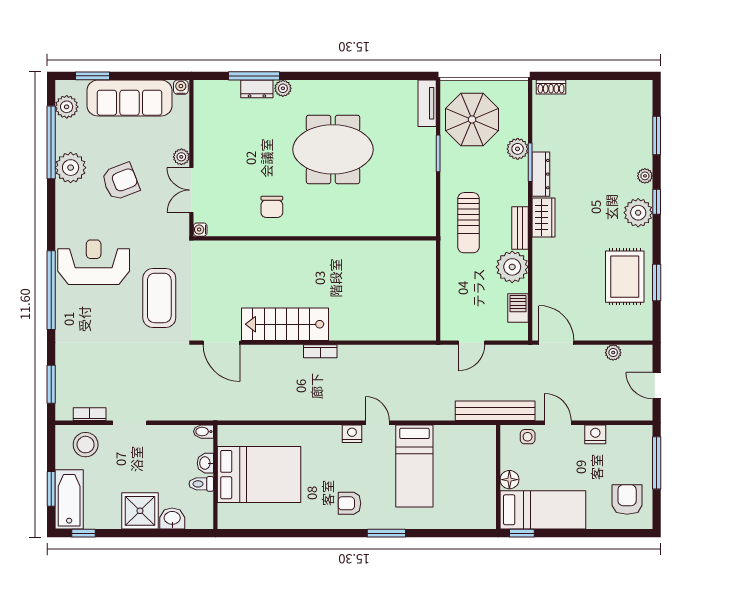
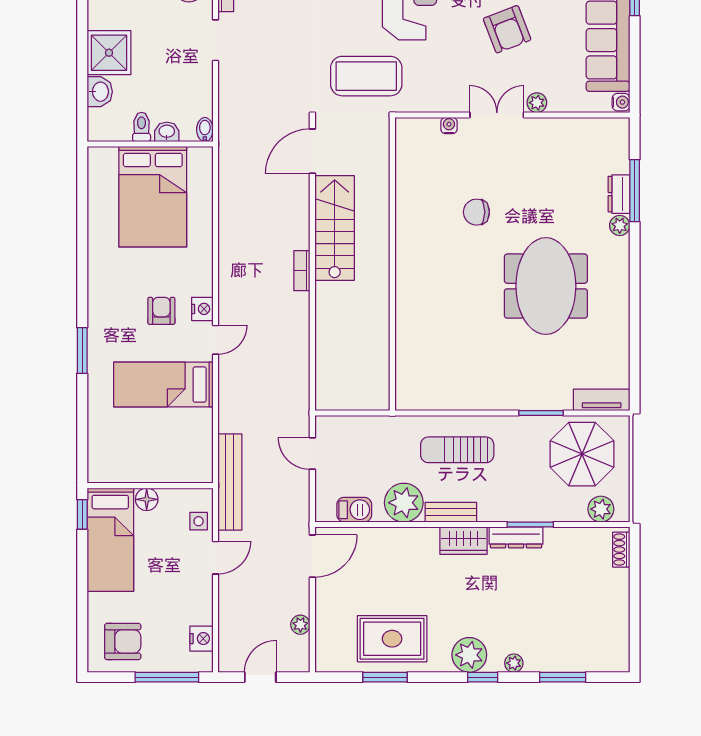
plant: (518, 149) -> (601, 509), moved
wall: (315, 238) -> (392, 264), moved
nightstand: (595, 434) -> (202, 639), moved
armchair: (349, 503) -> (161, 311), moved

